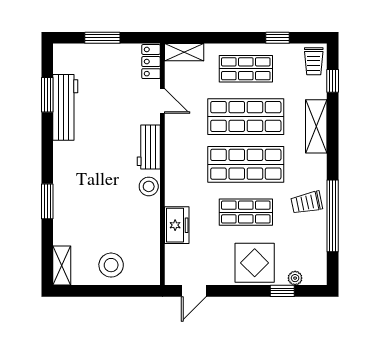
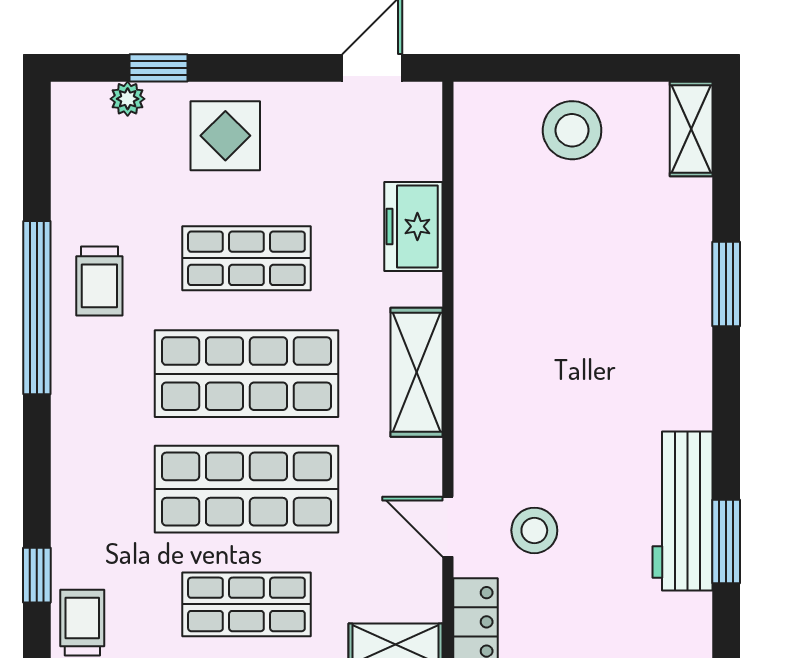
shelving: (316, 126) -> (417, 372), moved
workbench: (149, 147) -> (481, 415), removed
stool: (149, 186) -> (534, 530), moved
trolley: (307, 203) -> (99, 281), turned 102
window: (333, 216) -> (37, 308), moved
display table: (255, 263) -> (225, 136), width x0.73, depth x0.73

